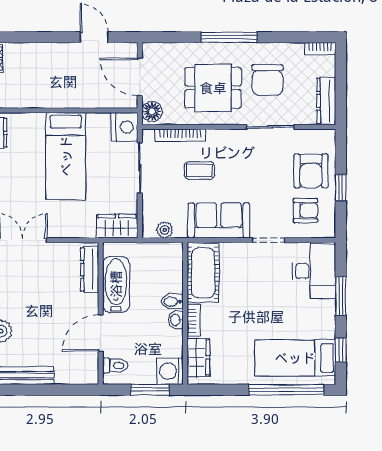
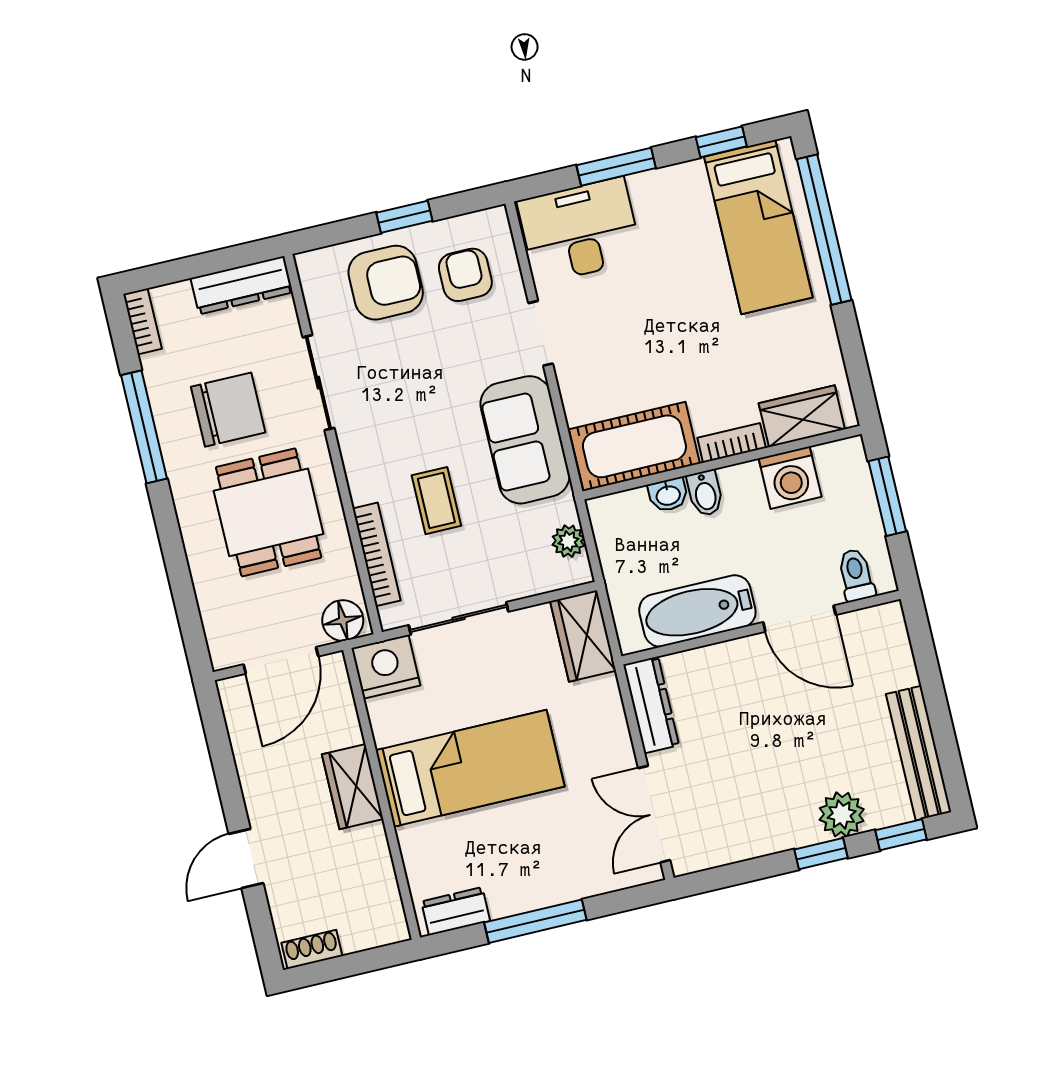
door: (94, 37) -> (246, 859), moved
window: (229, 37) -> (144, 427), moved
wardrobe: (70, 97) -> (353, 787), added
dresser: (90, 269) -> (651, 705), moved, turned -90
washbasin: (176, 320) -> (668, 495), moved
washing machine: (170, 371) -> (790, 478), moved

